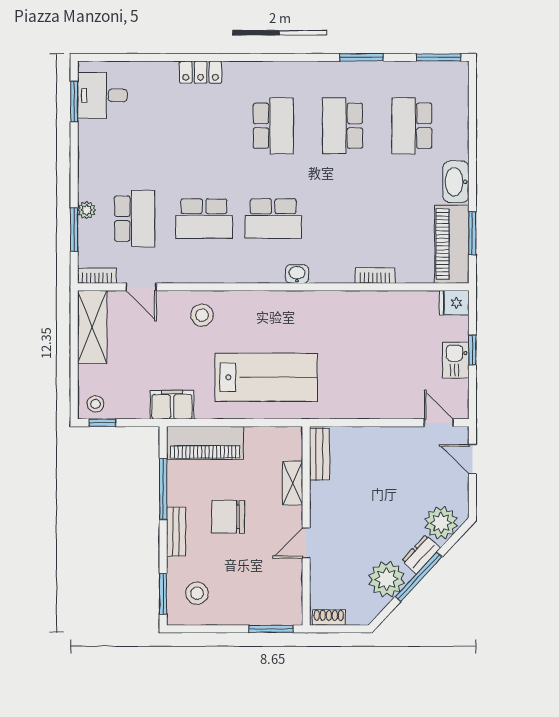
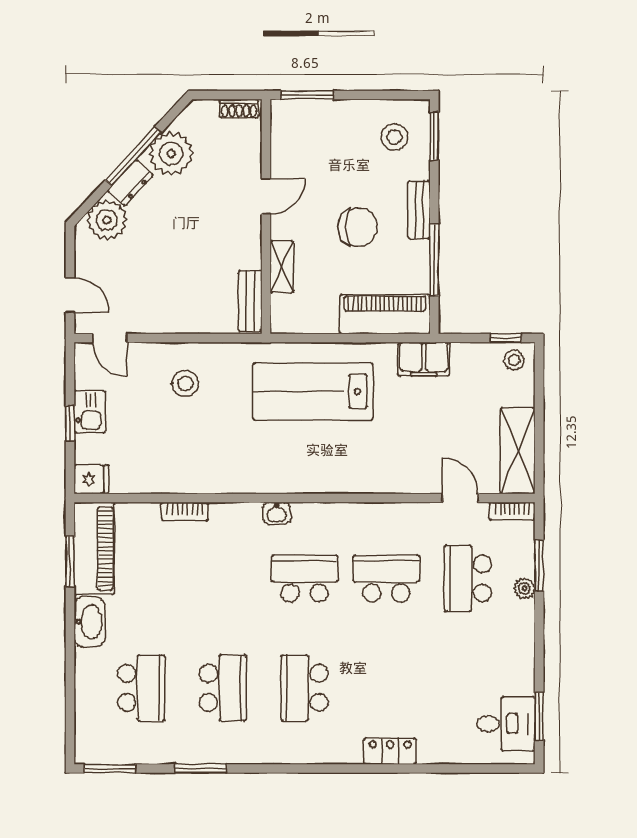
stool: (202, 315) -> (185, 383), moved

